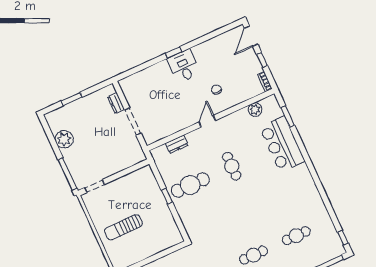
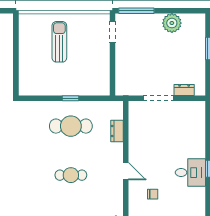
cafe table: (190, 185) -> (71, 126), turned 90

